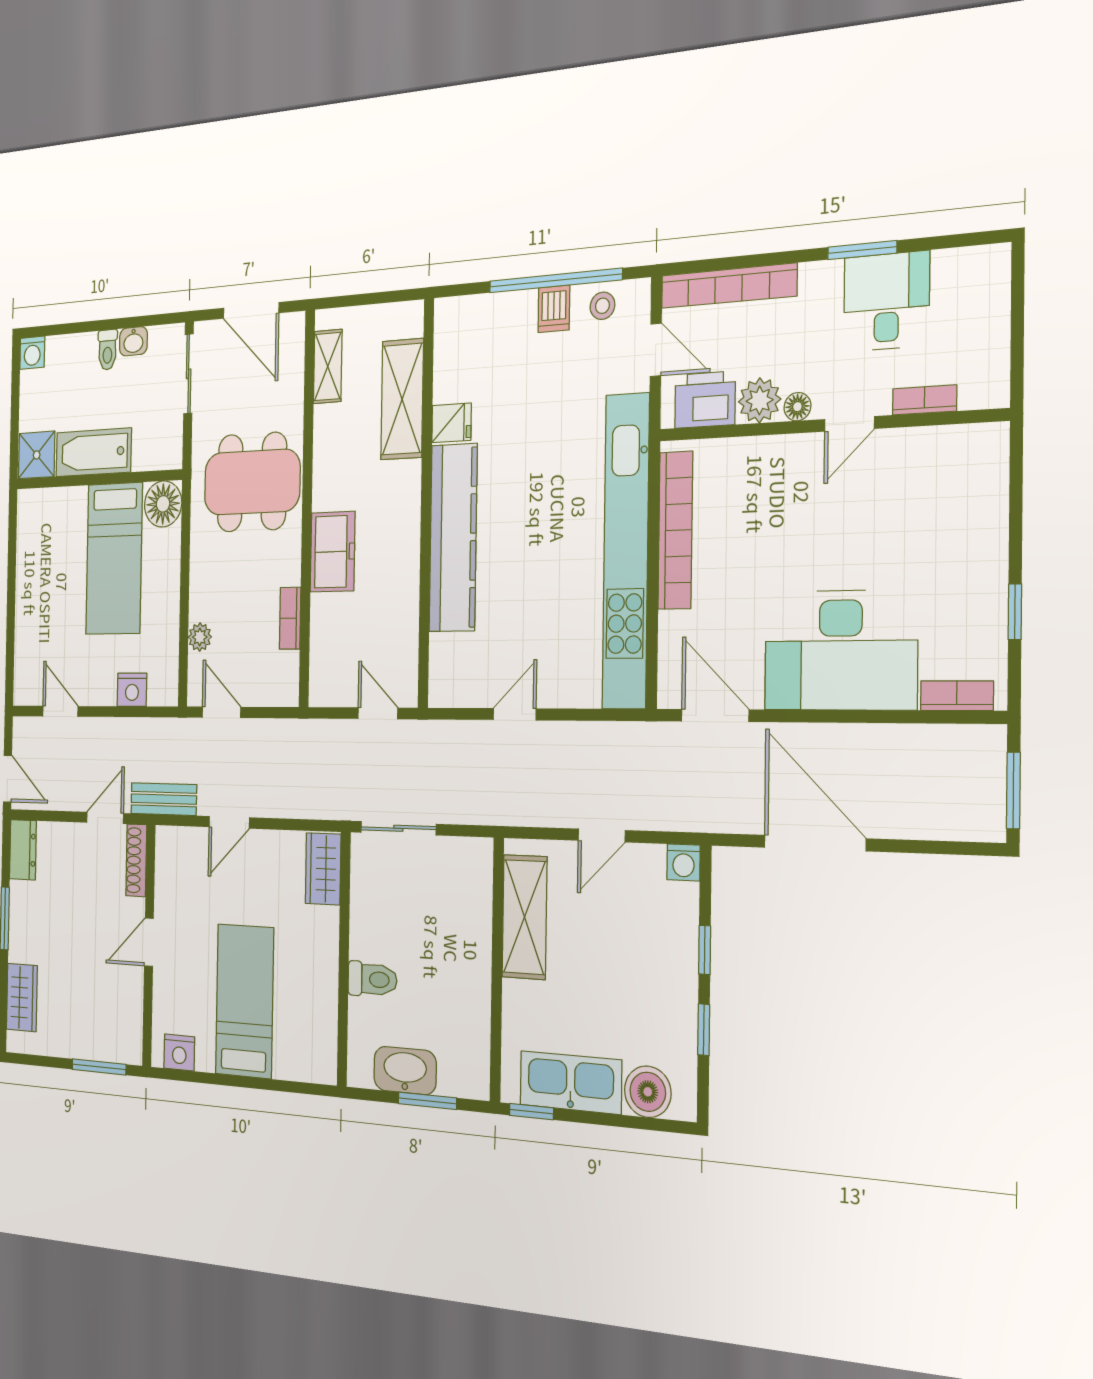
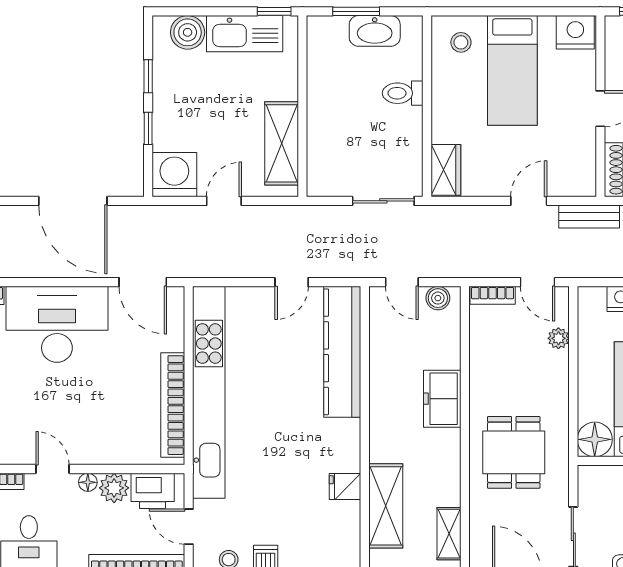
door: (849, 424) -> (53, 469), hinge flipped
dining table: (252, 482) -> (514, 452), width x0.73
kitchen counter: (453, 538) -> (342, 352), moved
bookcase: (290, 618) -> (493, 295), moved, turned 90
boiler: (335, 691) -> (438, 298), added
washing machine: (684, 862) -> (174, 175), width x1.89, depth x1.89
stool: (303, 1045) -> (461, 42), added
nightstand: (179, 1052) -> (575, 32), width x1.36, depth x1.33

